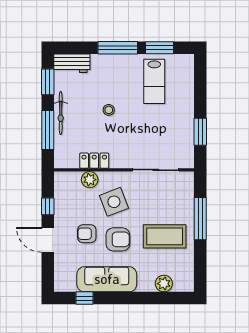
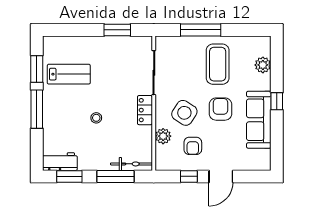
workbench: (72, 63) -> (60, 162), moved, turned -90
bicycle: (61, 113) -> (131, 164), moved
locker: (94, 161) -> (145, 110), moved
side table: (114, 202) -> (184, 113), turned -36
armchair: (87, 234) -> (193, 146), moved
window: (85, 298) -> (277, 101), moved

